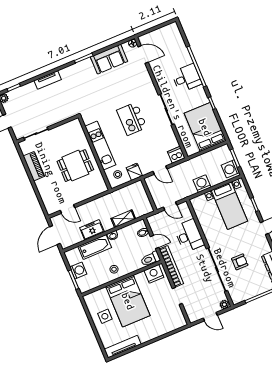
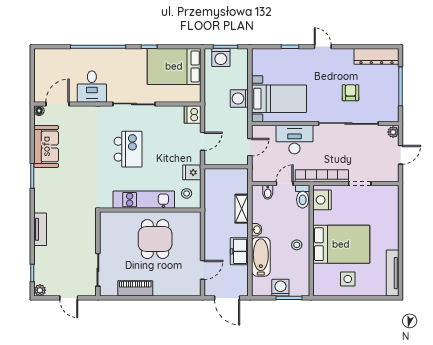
desk: (187, 78) -> (92, 87), moved, turned 180
kitchen island: (132, 119) -> (128, 149), turned -90
washing machine: (230, 169) -> (221, 57), moved
bed with nightstands: (229, 206) -> (279, 99), moved

